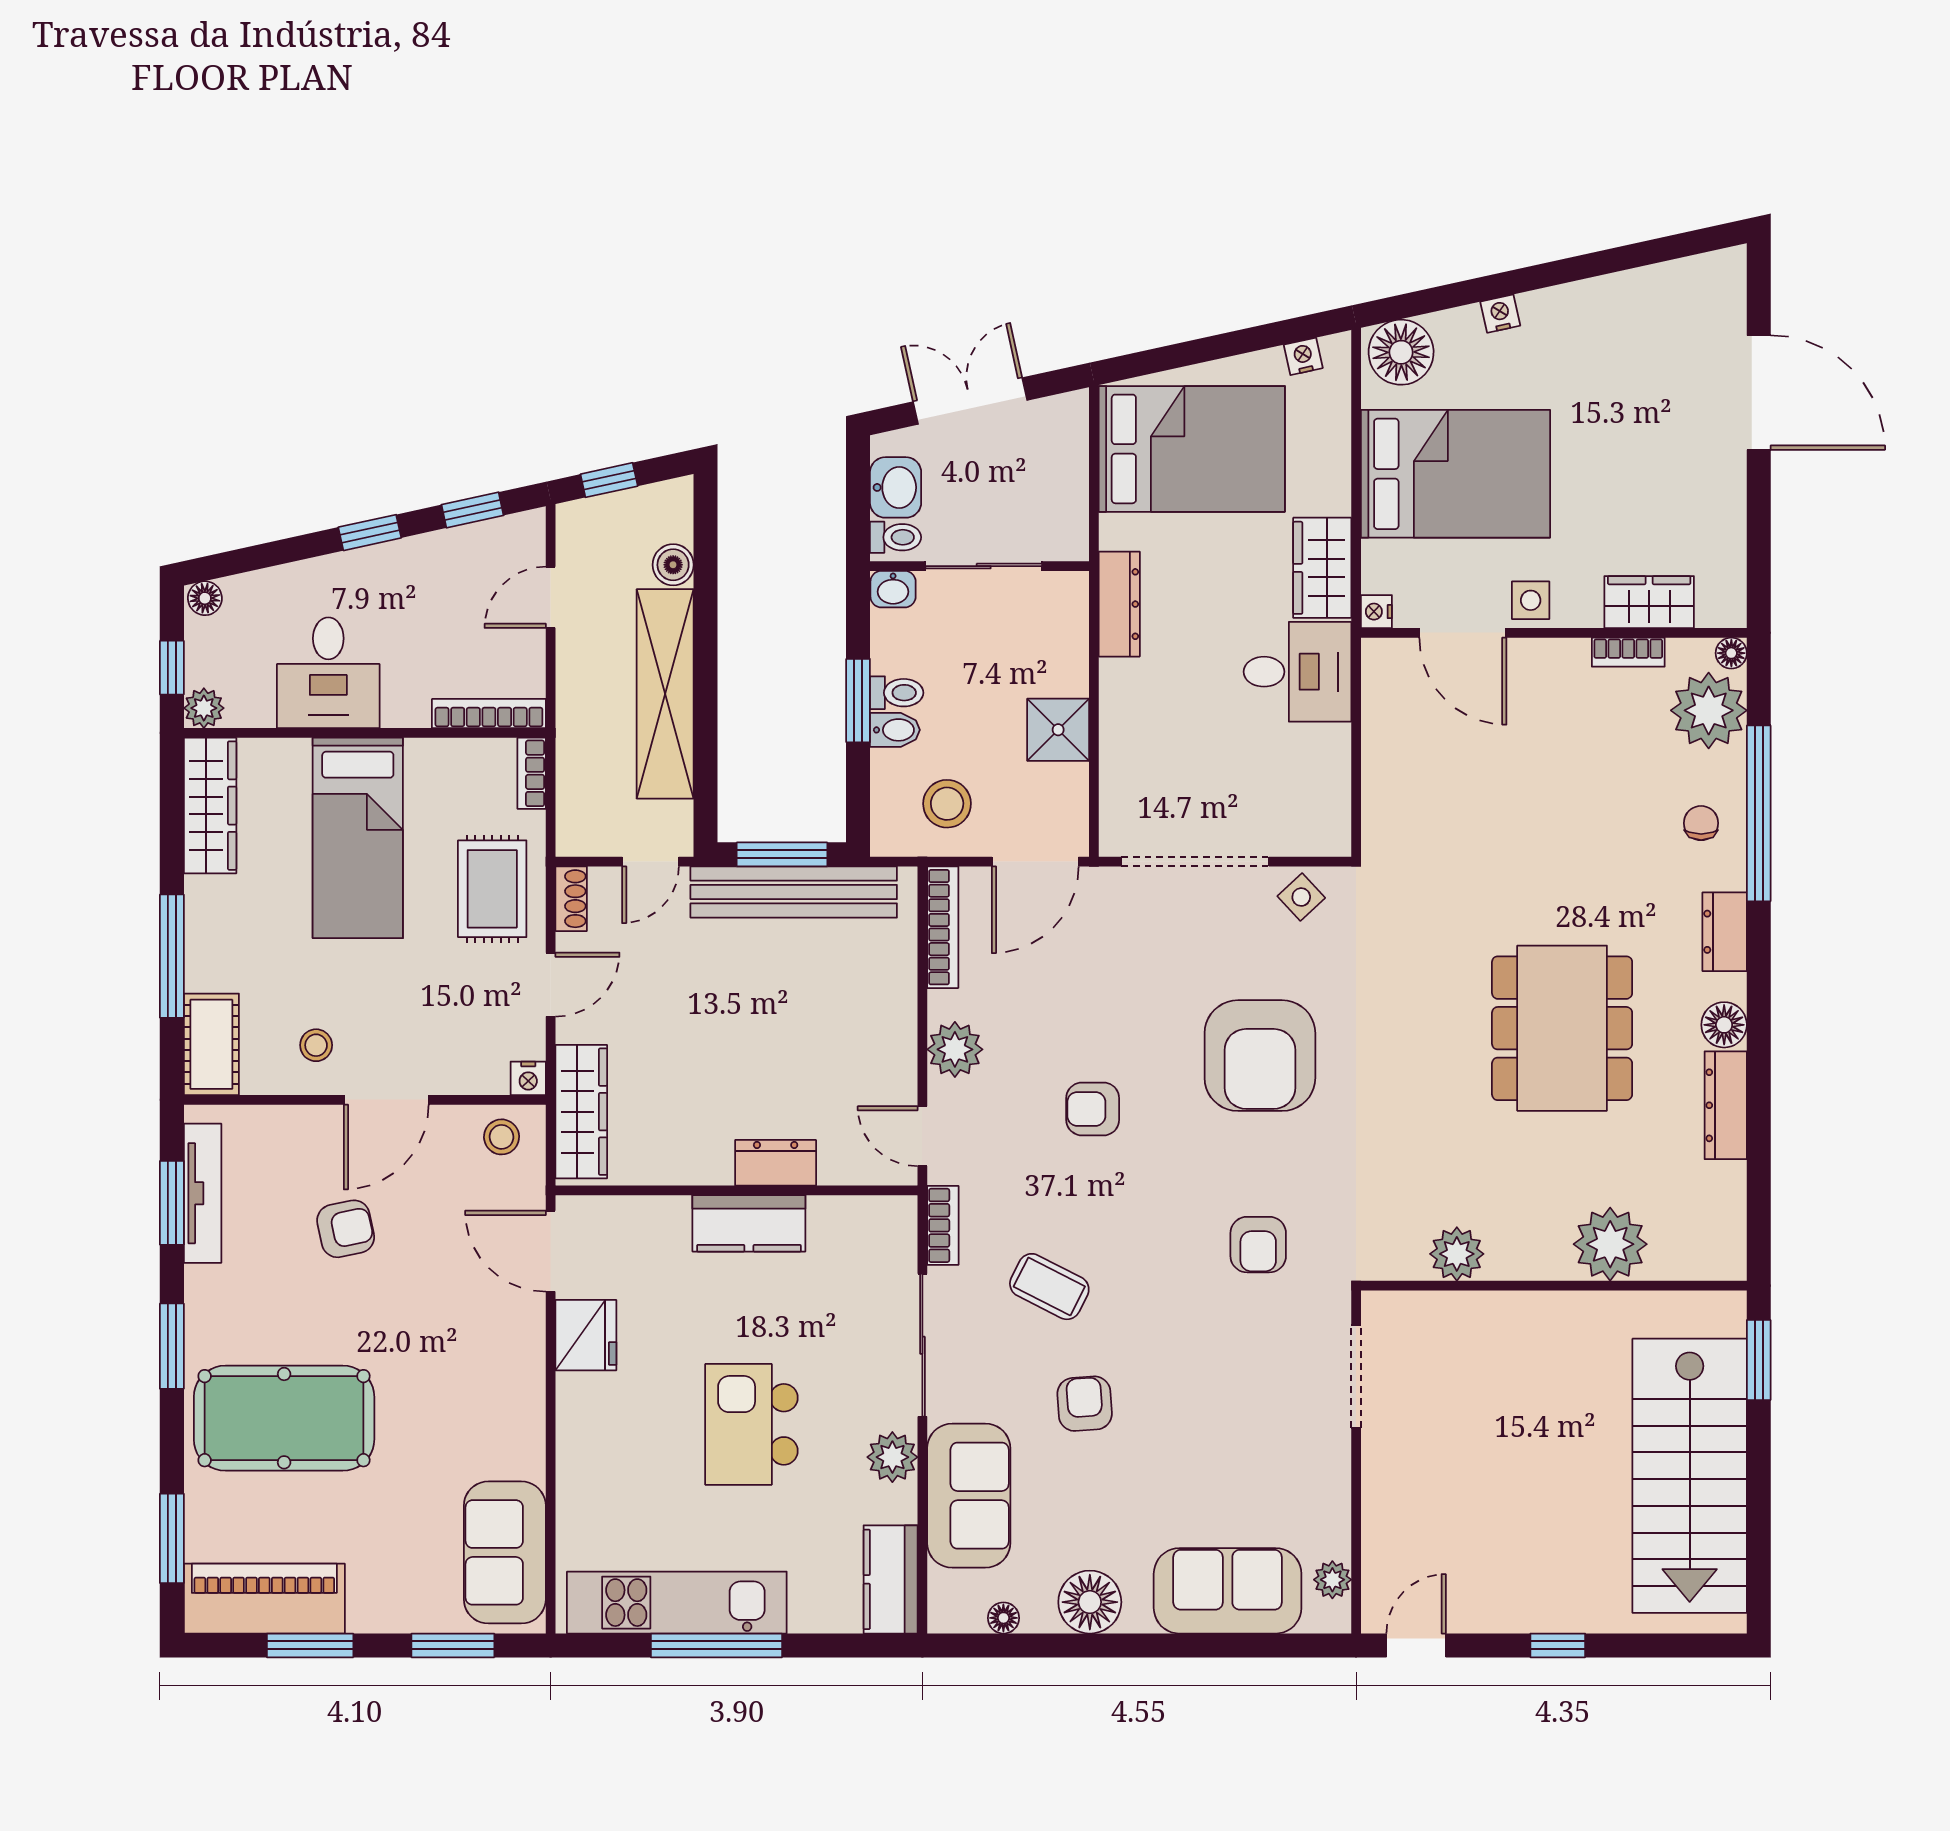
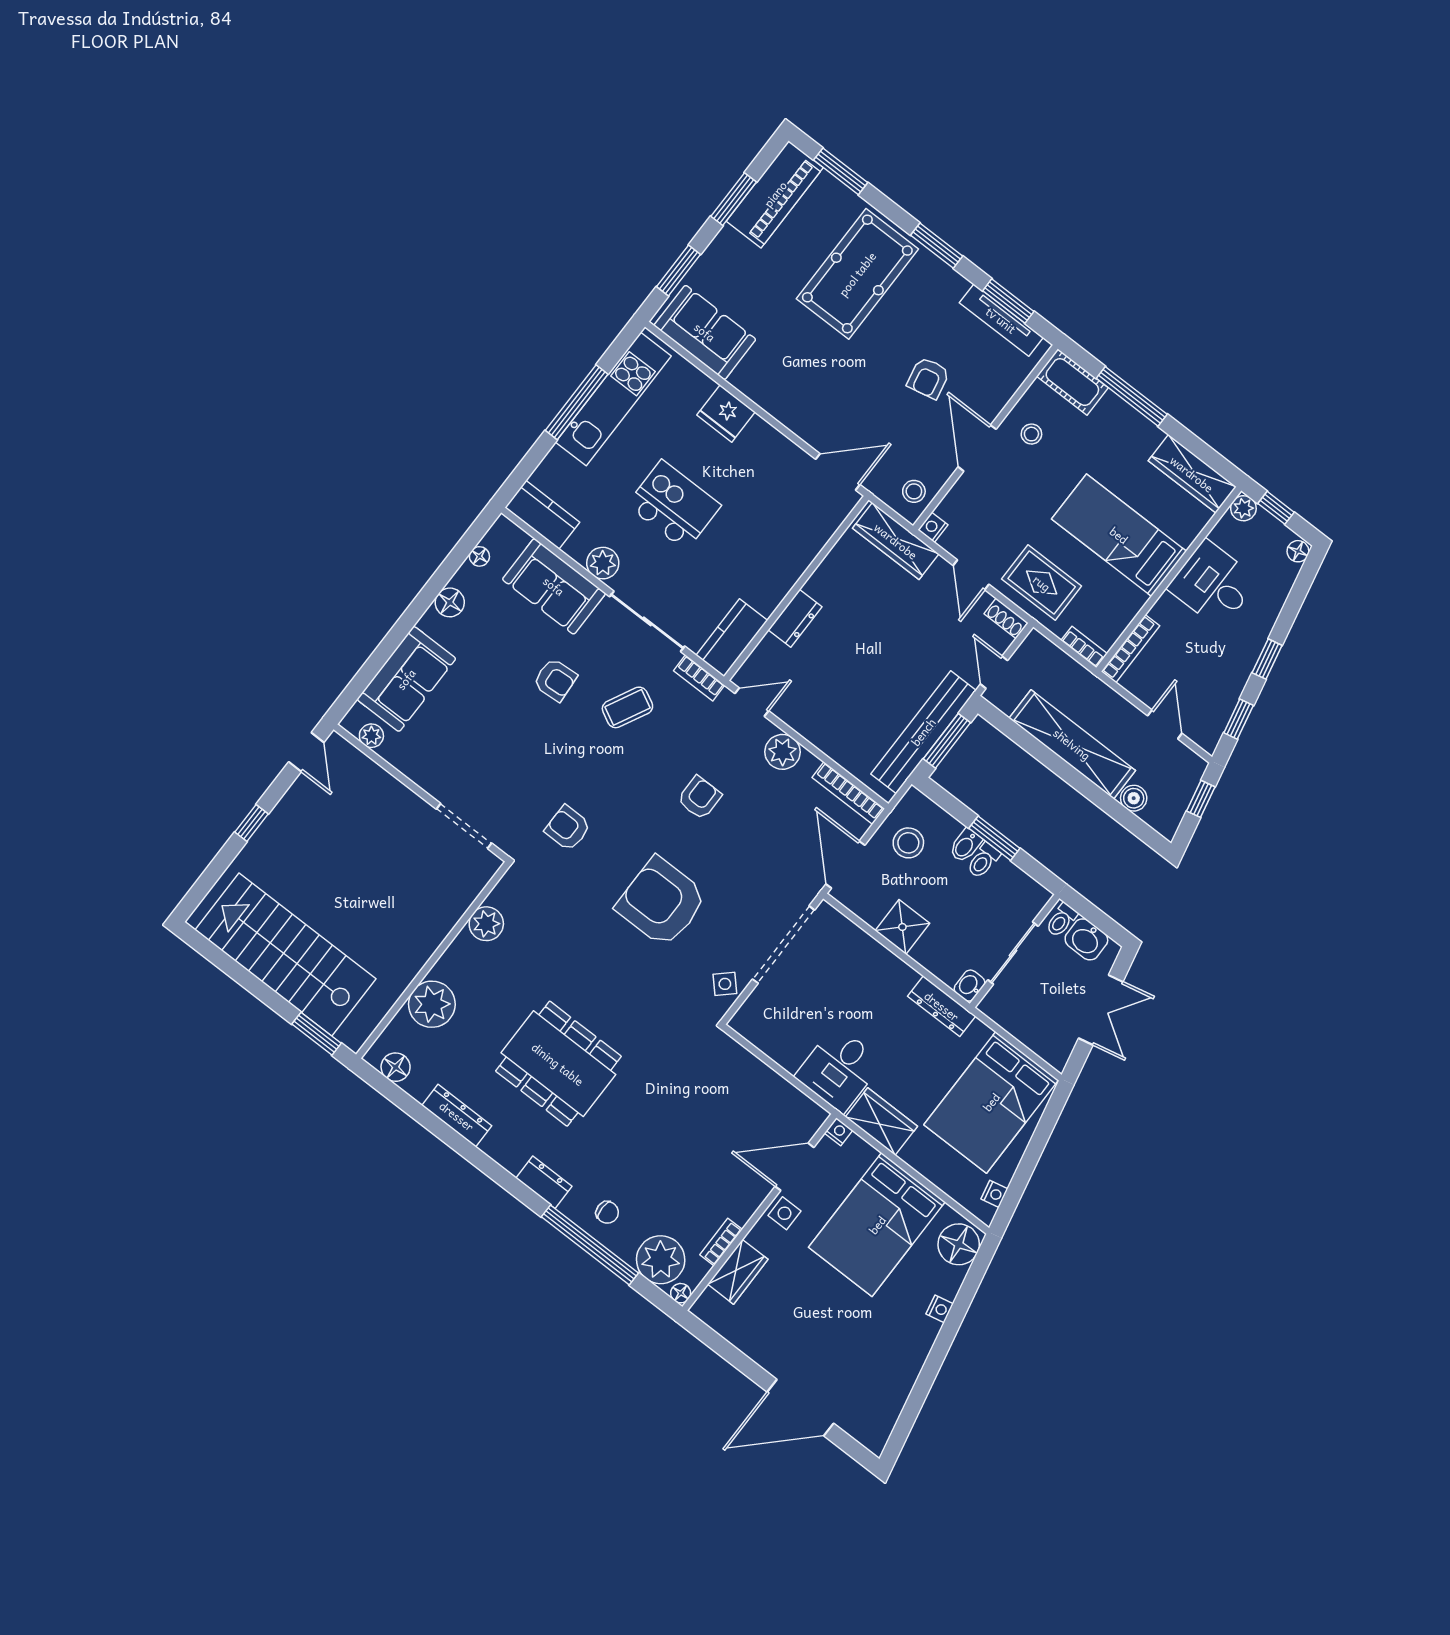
washbasin: (893, 589) -> (969, 986), moved
floor lamp: (1724, 1025) -> (396, 1067), moved
kitchen counter: (749, 1223) -> (732, 638), moved
fridge: (586, 1335) -> (726, 413), moved
floor lamp: (1090, 1602) -> (450, 602), width x0.73, depth x0.73

